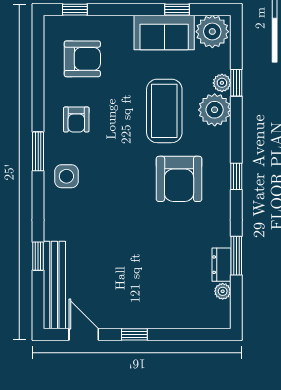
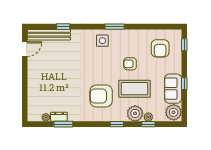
window: (177, 10) -> (184, 84), moved
armchair: (76, 120) -> (130, 64), moved
window: (236, 176) -> (117, 124), moved
window: (134, 334) -> (25, 74), removed

